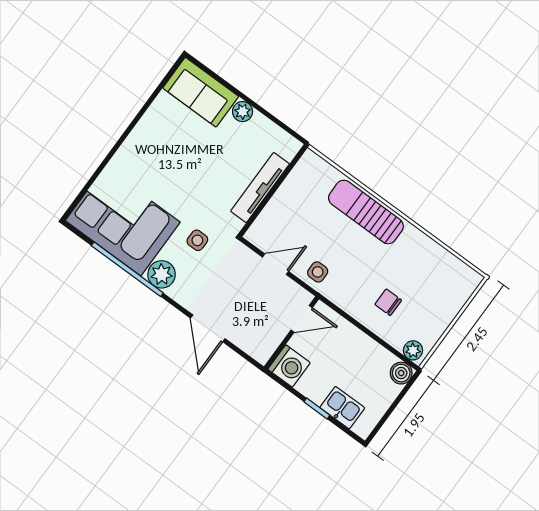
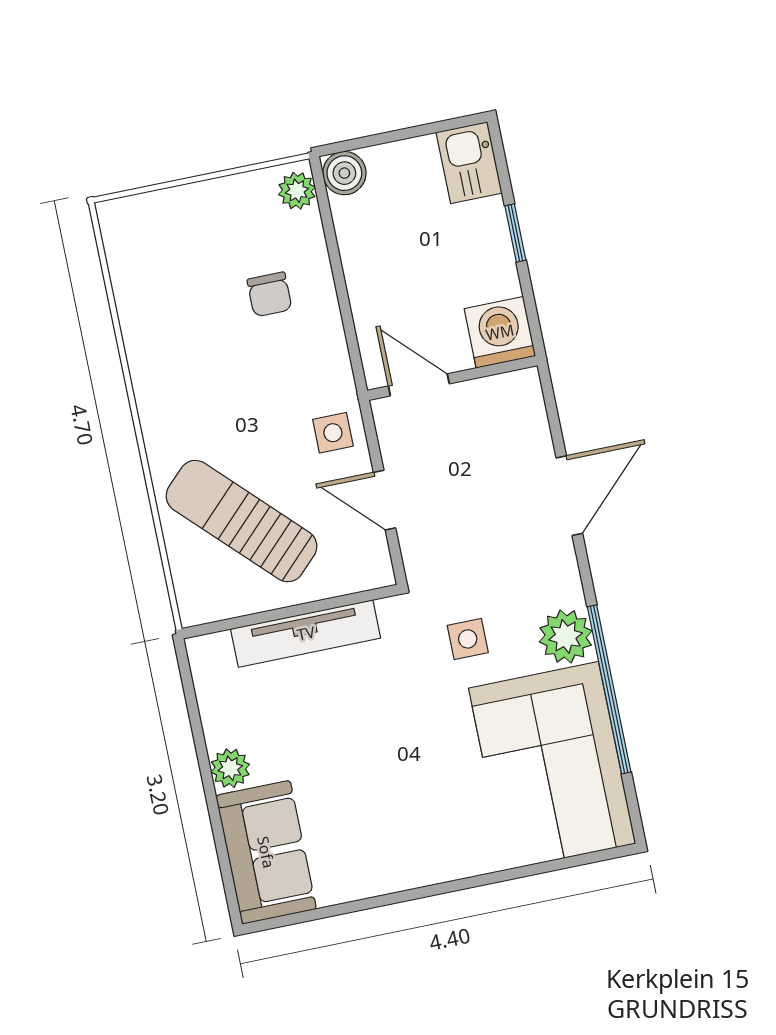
sun lounger: (366, 212) -> (241, 521), moved, turned 135
kitchen sink: (342, 408) -> (469, 163), moved

